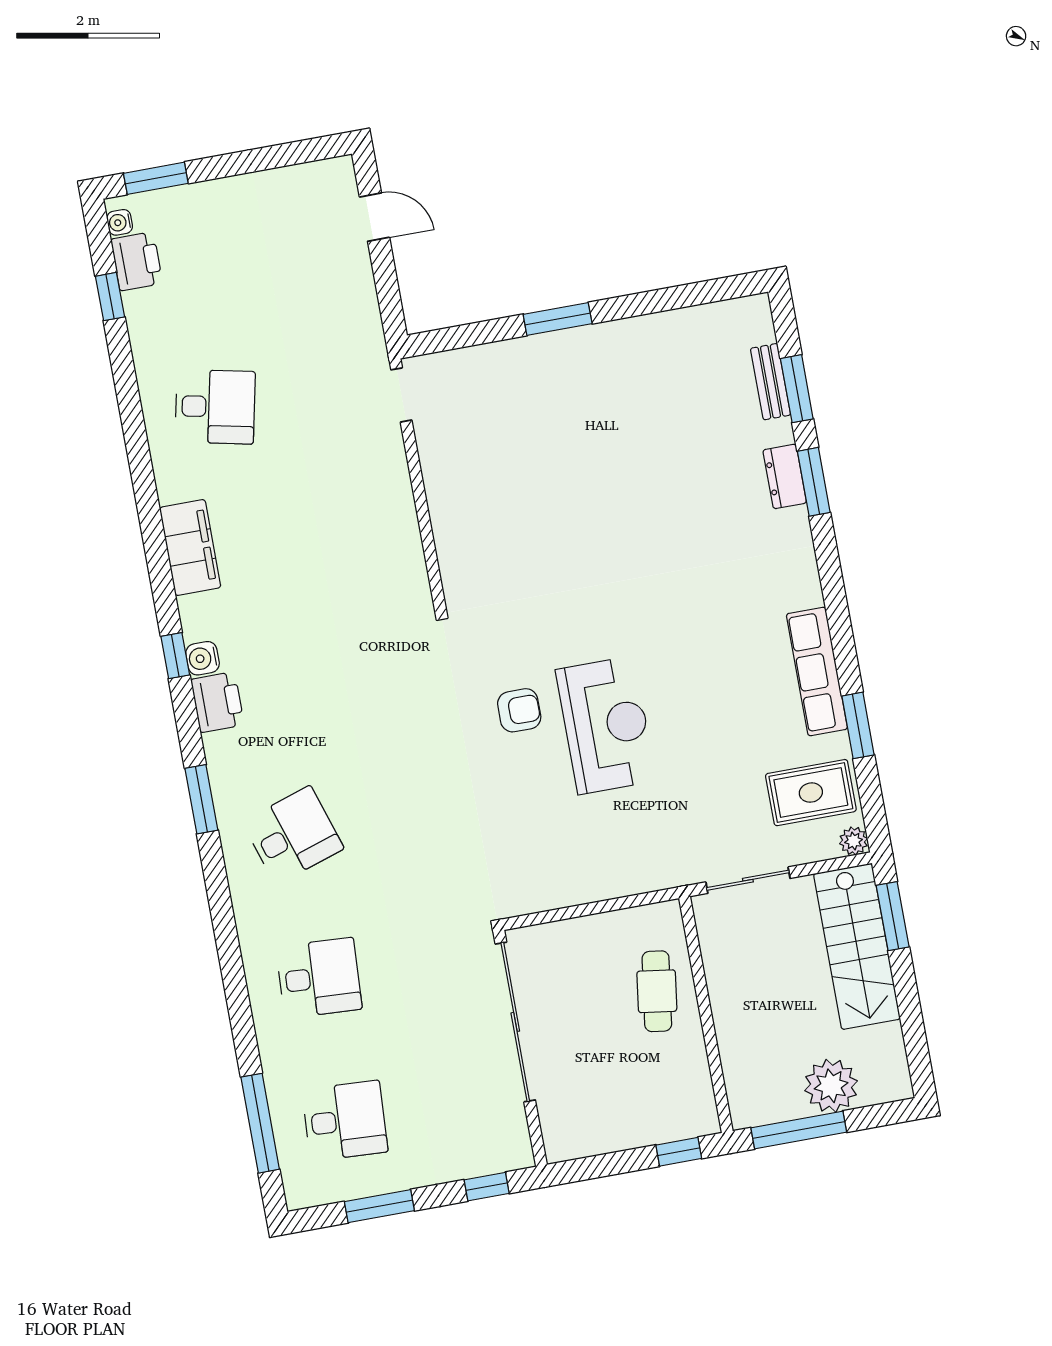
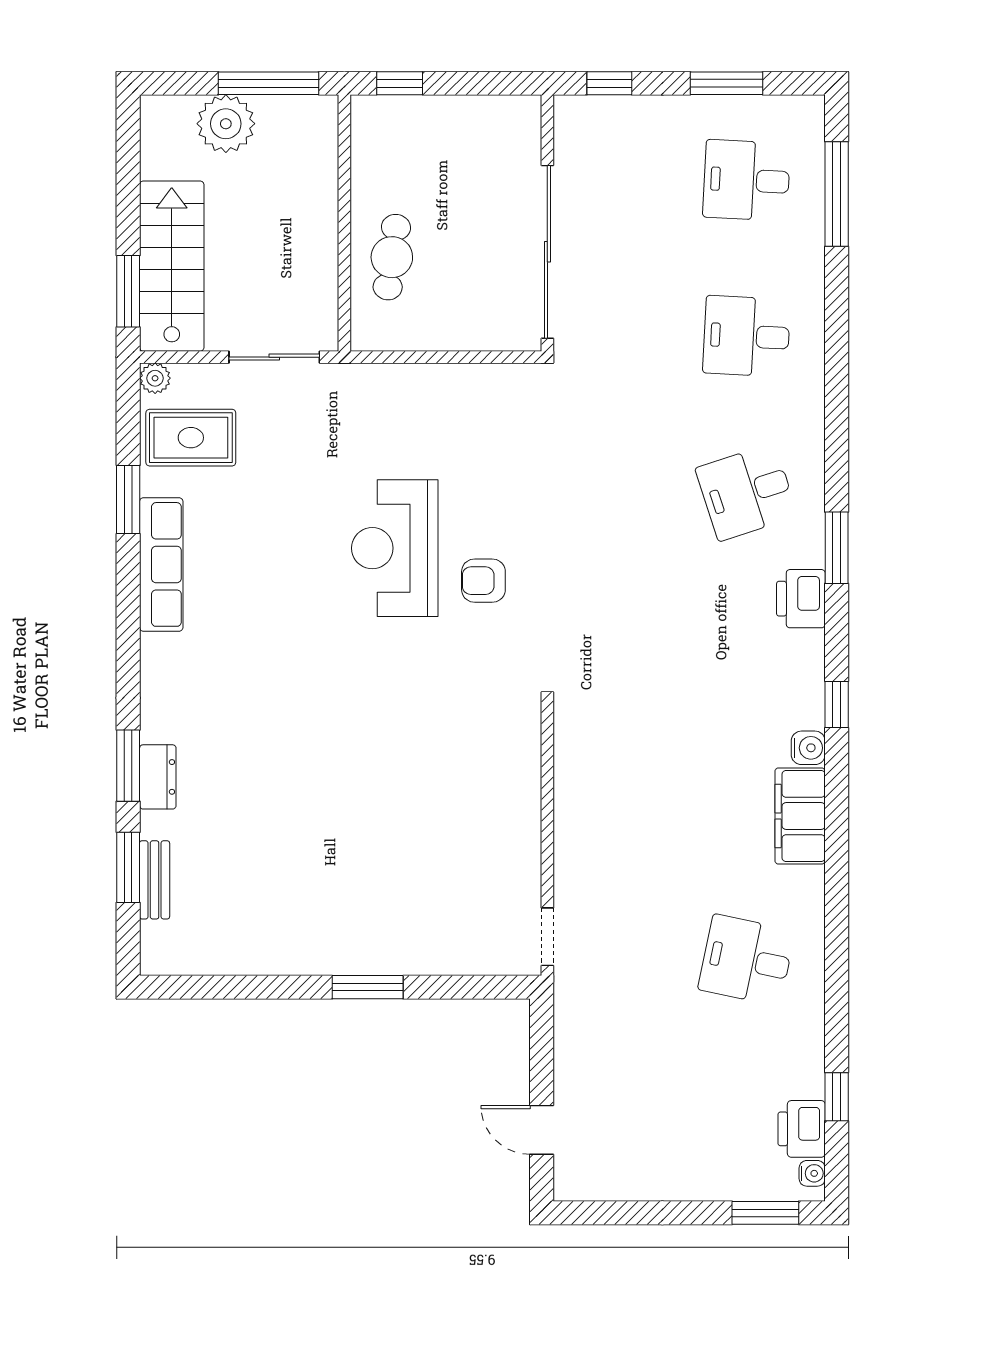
water cooler: (203, 658) -> (808, 748), moved
printer: (217, 702) -> (801, 599), moved

